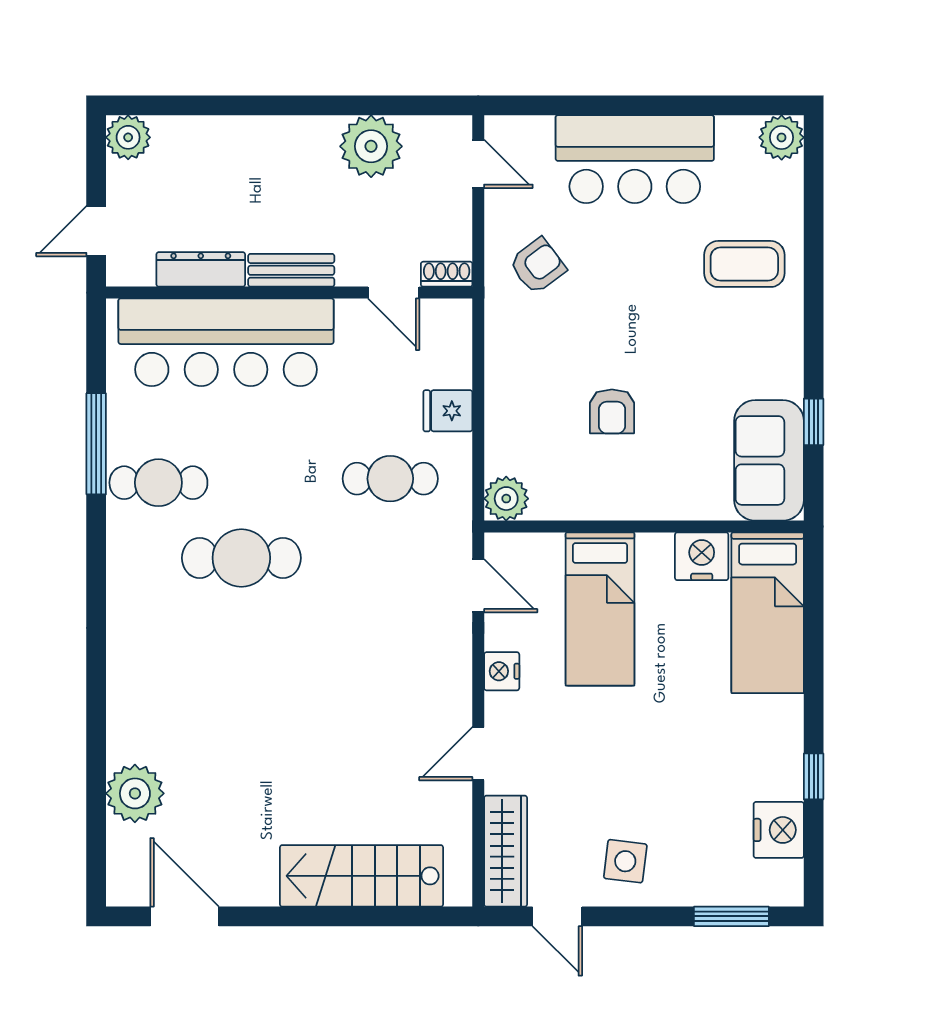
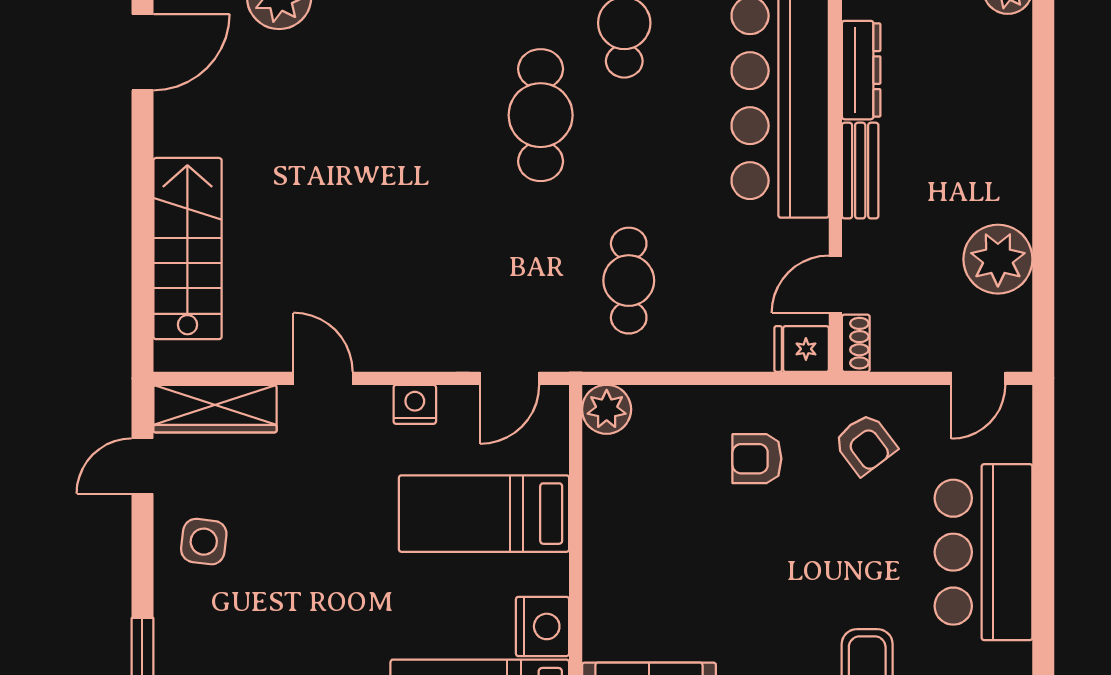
fridge: (448, 411) -> (802, 349), moved, turned -90
armchair: (612, 411) -> (757, 459), moved

